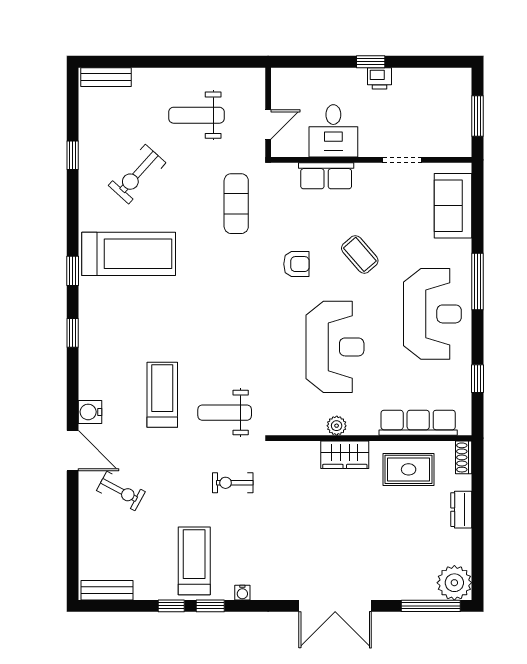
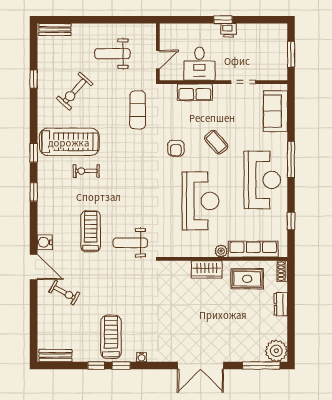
armchair: (296, 264) -> (176, 148), turned 90
plant: (337, 426) -> (221, 251), moved
exercise bike: (233, 483) -> (86, 171), moved

